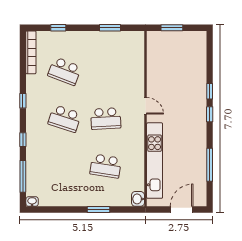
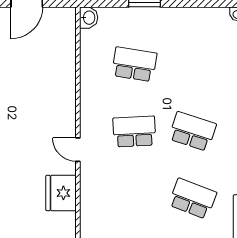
fridge: (157, 75) -> (61, 193), added
kitchen unit: (155, 161) -> (65, 72), removed

